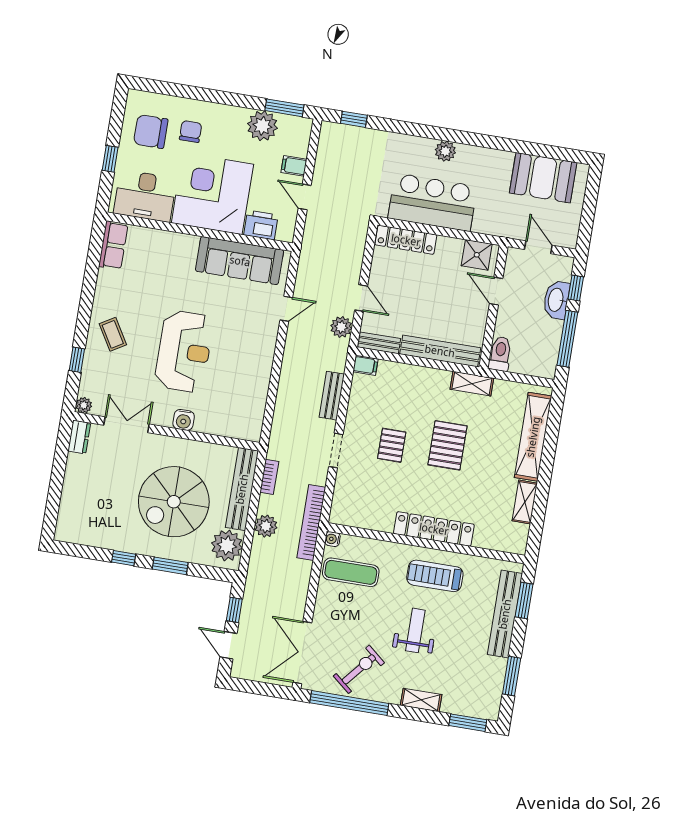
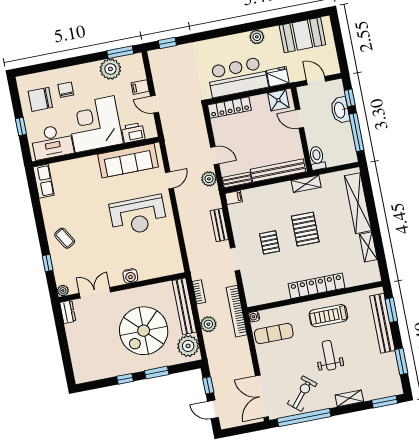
plant: (445, 151) -> (257, 37), moved
fridge: (488, 222) -> (278, 77), added
reception desk: (184, 351) -> (138, 215), moved, turned 90

